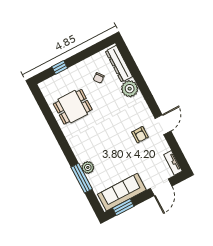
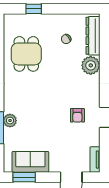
dining table: (73, 107) -> (26, 54), turned 90
sofa: (122, 192) -> (30, 162), width x0.73

